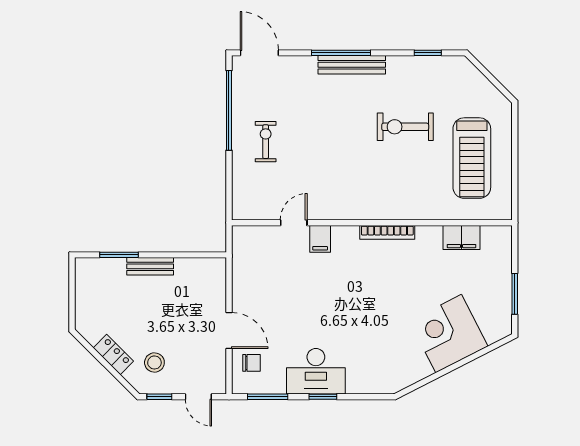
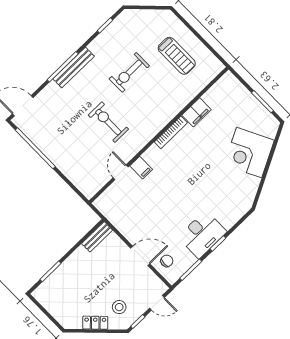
exercise bike: (266, 142) -> (108, 122), moved, width x1.38, depth x1.39
treadmill: (472, 158) -> (177, 56), width x0.73, depth x0.73
filing cabinet: (461, 237) -> (197, 112), moved
bench: (150, 266) -> (97, 237), moved

